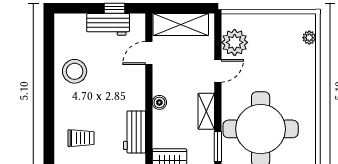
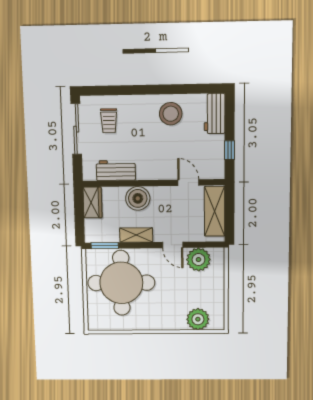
workbench: (108, 24) -> (214, 114), moved
plant: (309, 38) -> (198, 319), width x1.87, depth x1.87
boiler: (159, 102) -> (138, 198), width x1.86, depth x1.86

